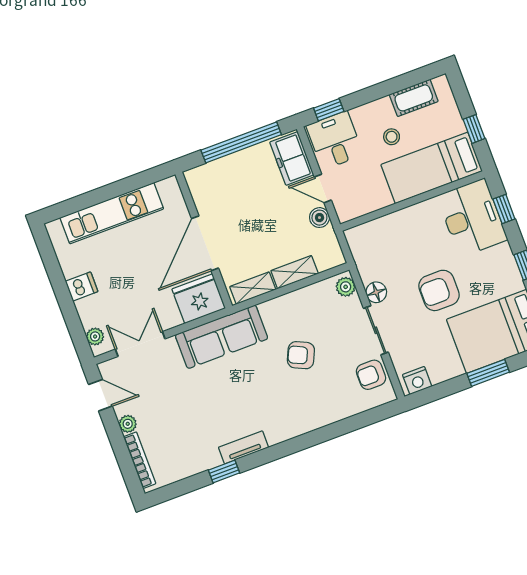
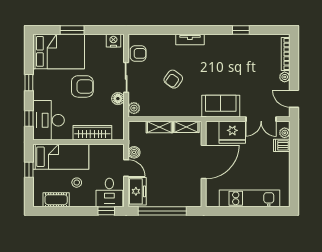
wardrobe: (396, 224) -> (92, 133), added
dishwasher: (82, 286) -> (282, 145), moved
fridge: (199, 299) -> (232, 132), moved
sofa: (222, 337) -> (221, 106), width x0.73
armchair: (301, 355) -> (173, 79), turned 101
tv unit: (244, 447) -> (190, 39), moved

